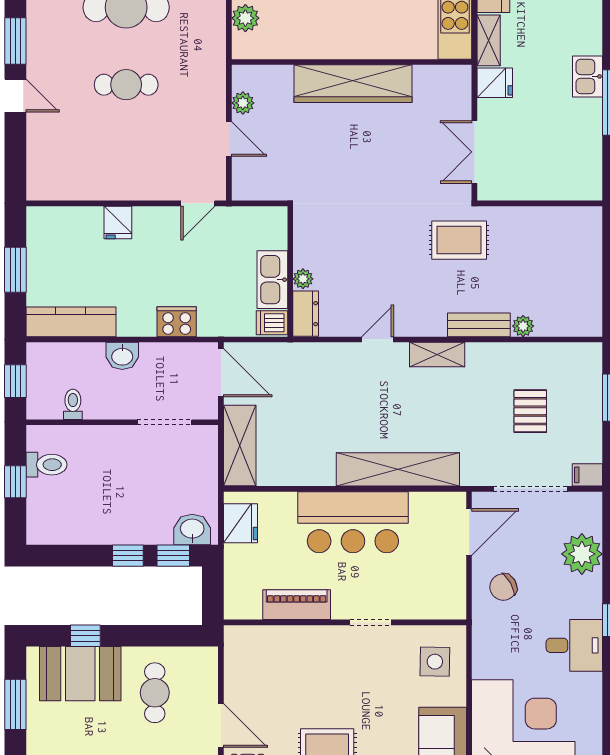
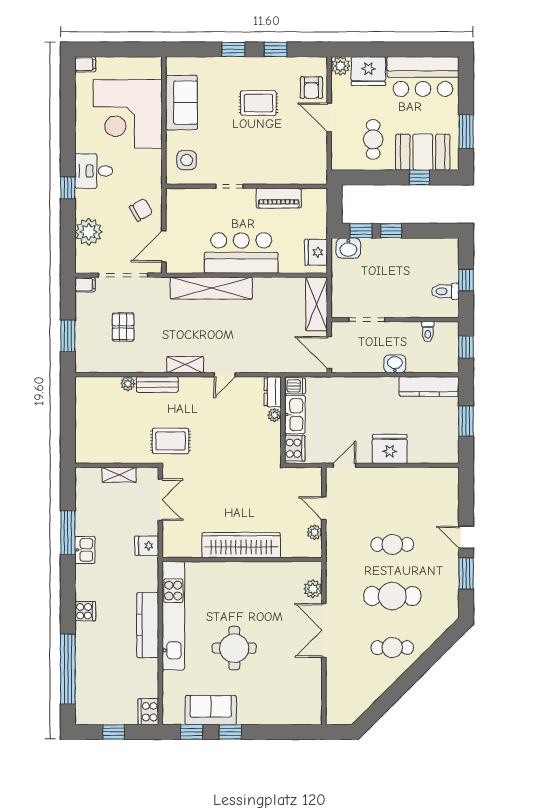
shelving: (489, 40) -> (119, 475), moved, turned 90
fridge: (118, 223) -> (390, 449), width x1.88, depth x1.34
cooker: (177, 322) -> (295, 448), moved, turned -90

